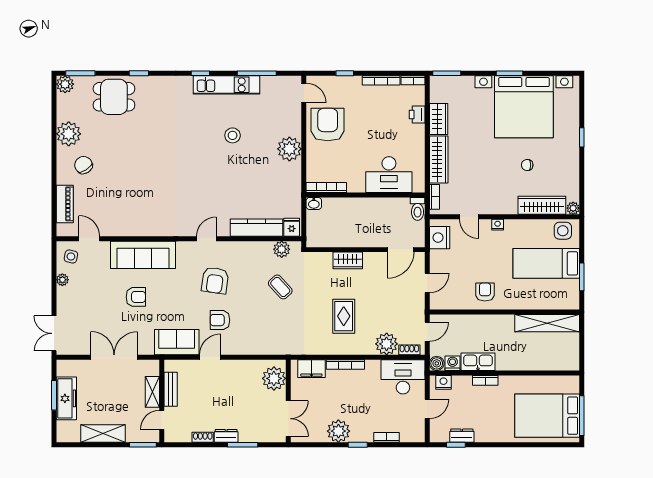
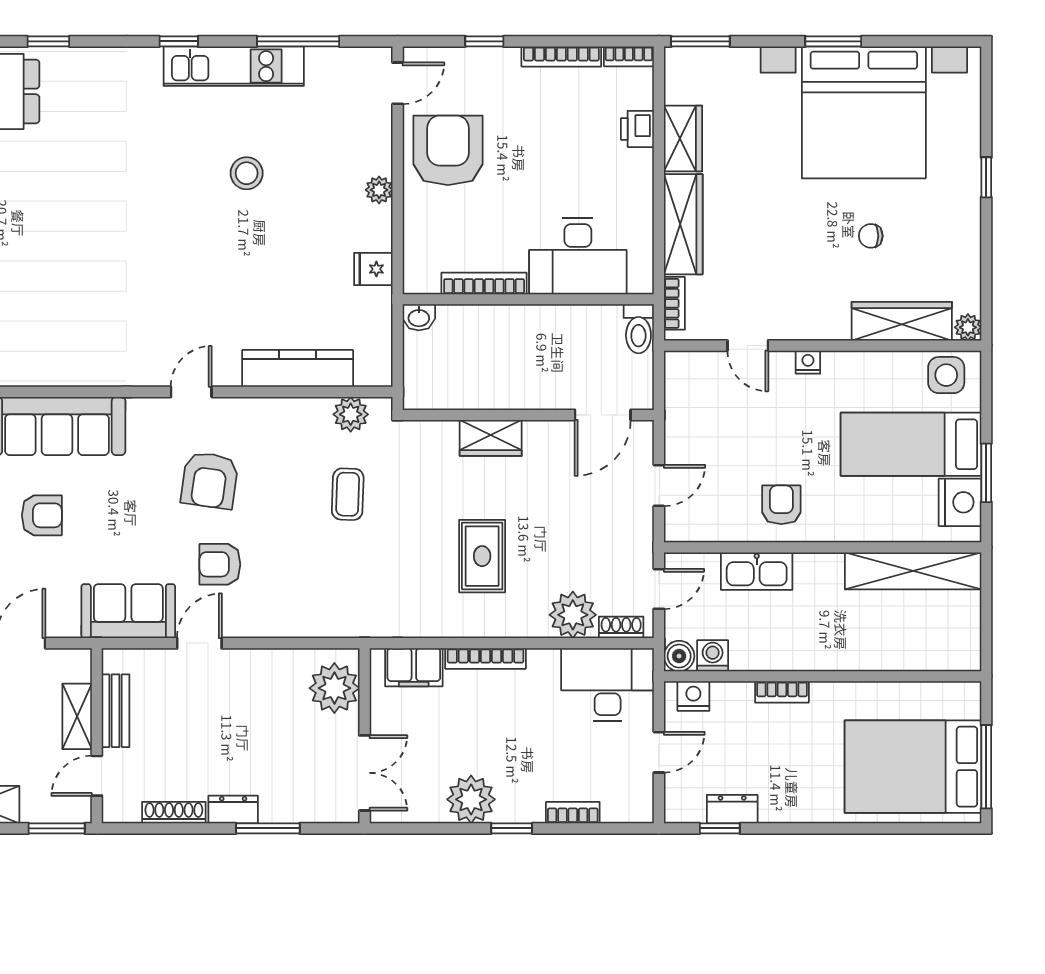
door: (304, 93) -> (398, 83), hinge flipped
plant: (289, 149) -> (379, 190), width x0.53, depth x0.53
bookcase: (326, 187) -> (484, 283), moved
fridge: (292, 227) -> (373, 269), moved, turned -90
nightstand: (440, 238) -> (960, 502), moved, turned 180
coffee table: (280, 287) -> (348, 494), turned 44
kitchen sink: (478, 362) -> (757, 571), moved, turned 180
shoe rack: (203, 437) -> (174, 813), width x1.43

